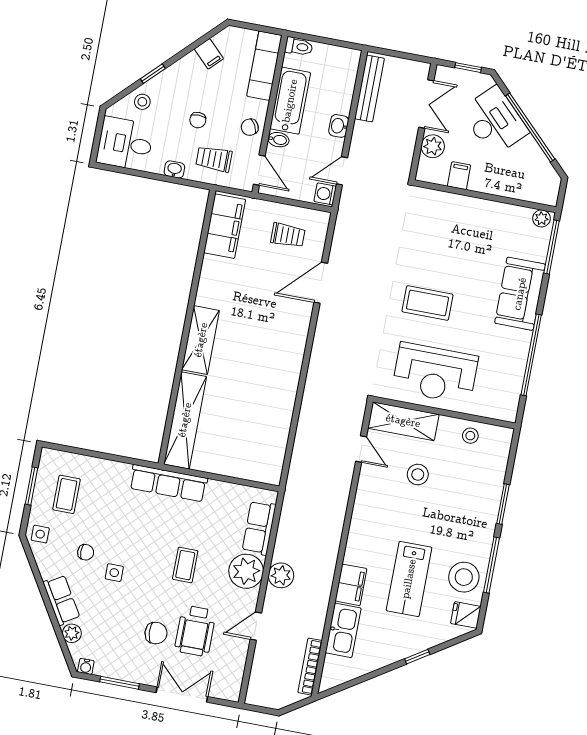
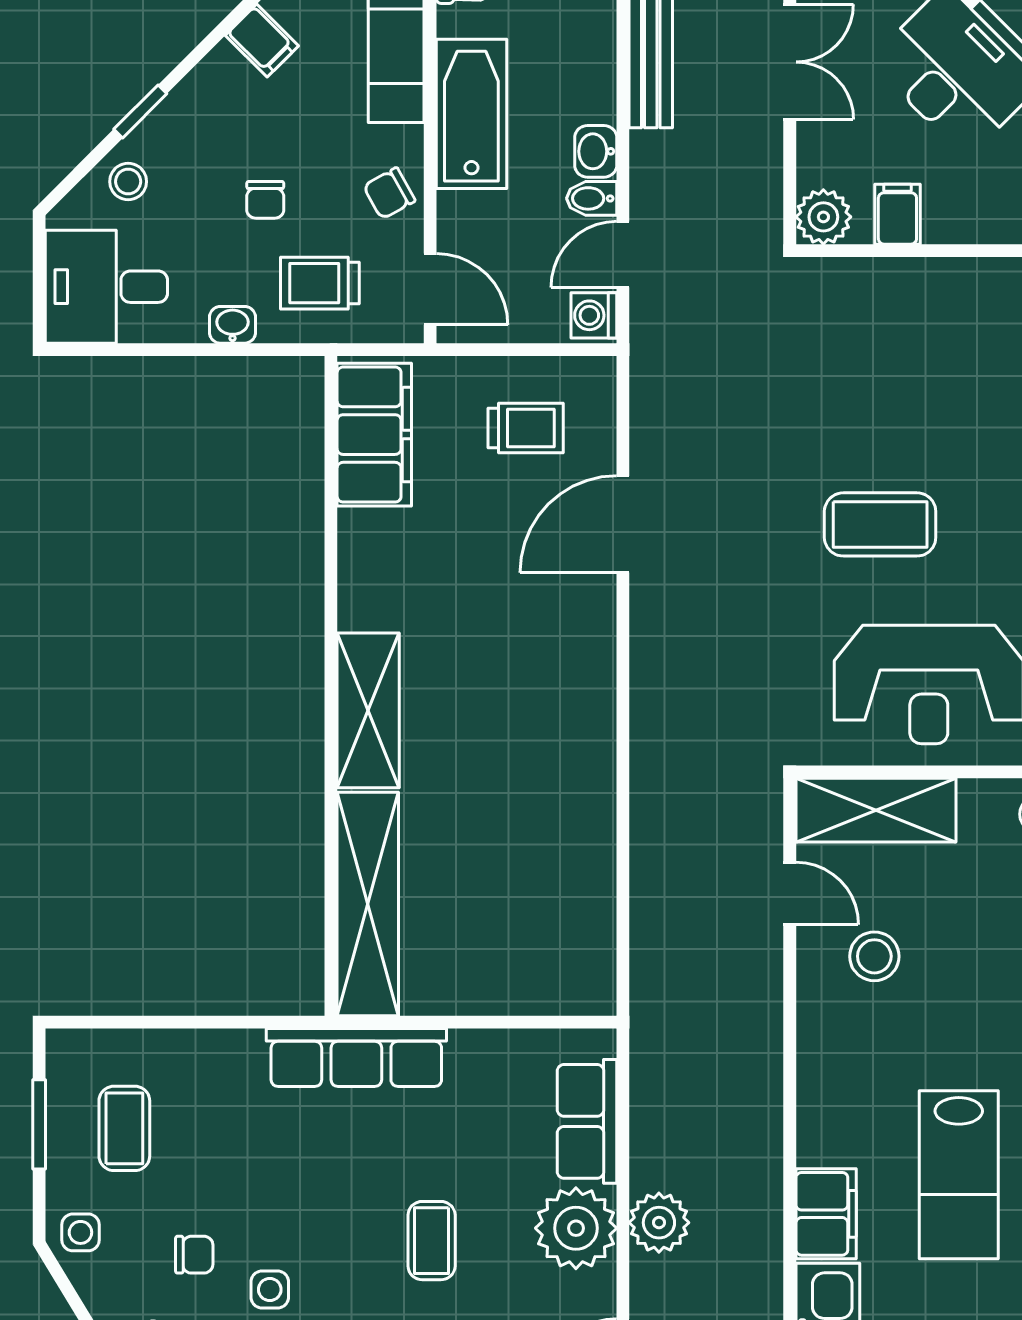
bidet: (278, 140) -> (592, 198), moved, turned 180
plant: (433, 146) -> (823, 217), moved
stool: (418, 475) -> (874, 956), moved

